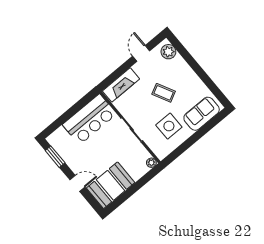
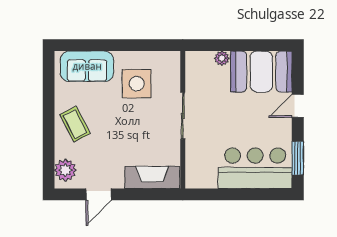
coffee table: (164, 93) -> (75, 124), moved
bar counter: (89, 119) -> (255, 168), moved
plant: (151, 163) -> (222, 58), moved
door: (77, 183) -> (298, 106), hinge flipped

